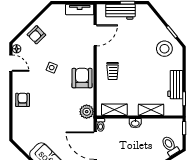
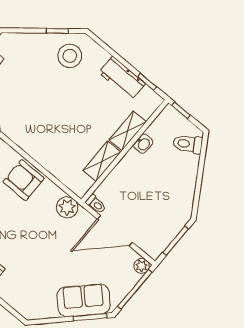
trolley: (113, 71) -> (45, 138), removed
shelving: (114, 110) -> (102, 161), moved
washbasin: (135, 123) -> (143, 144), moved

